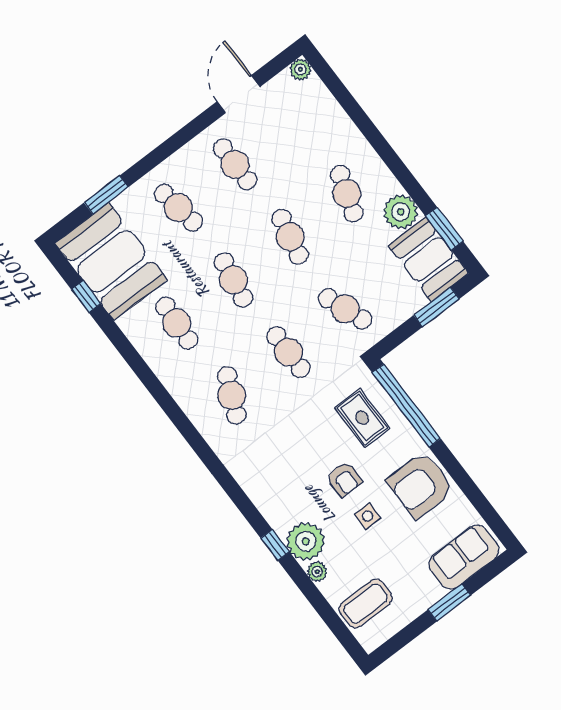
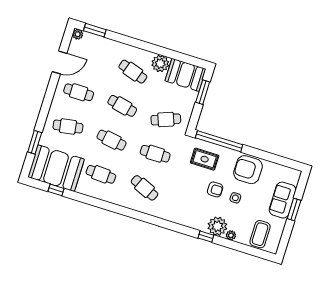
door: (238, 94) -> (60, 62), swing flipped
window: (444, 229) -> (95, 30), moved
armchair: (421, 485) -> (248, 170), turned 90
sofa: (464, 557) -> (283, 200), moved

